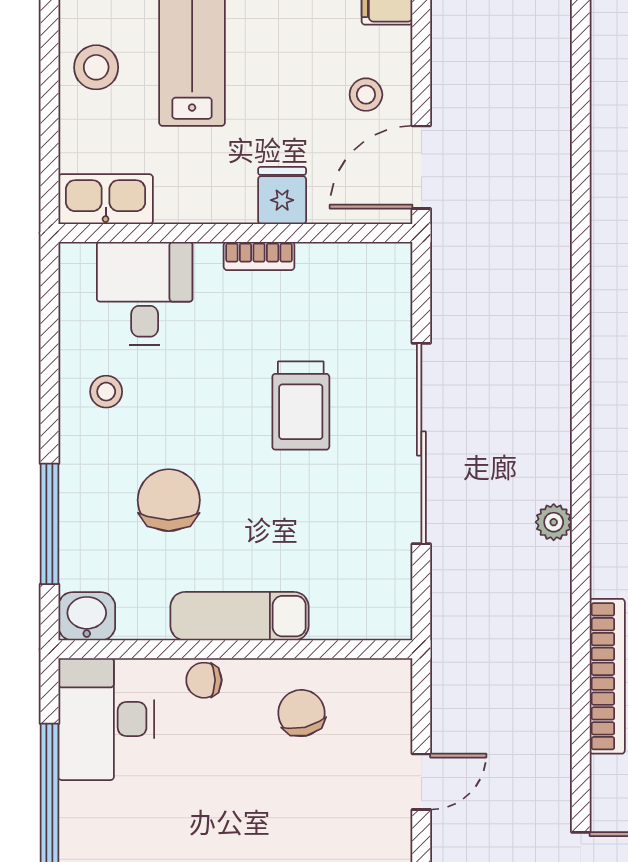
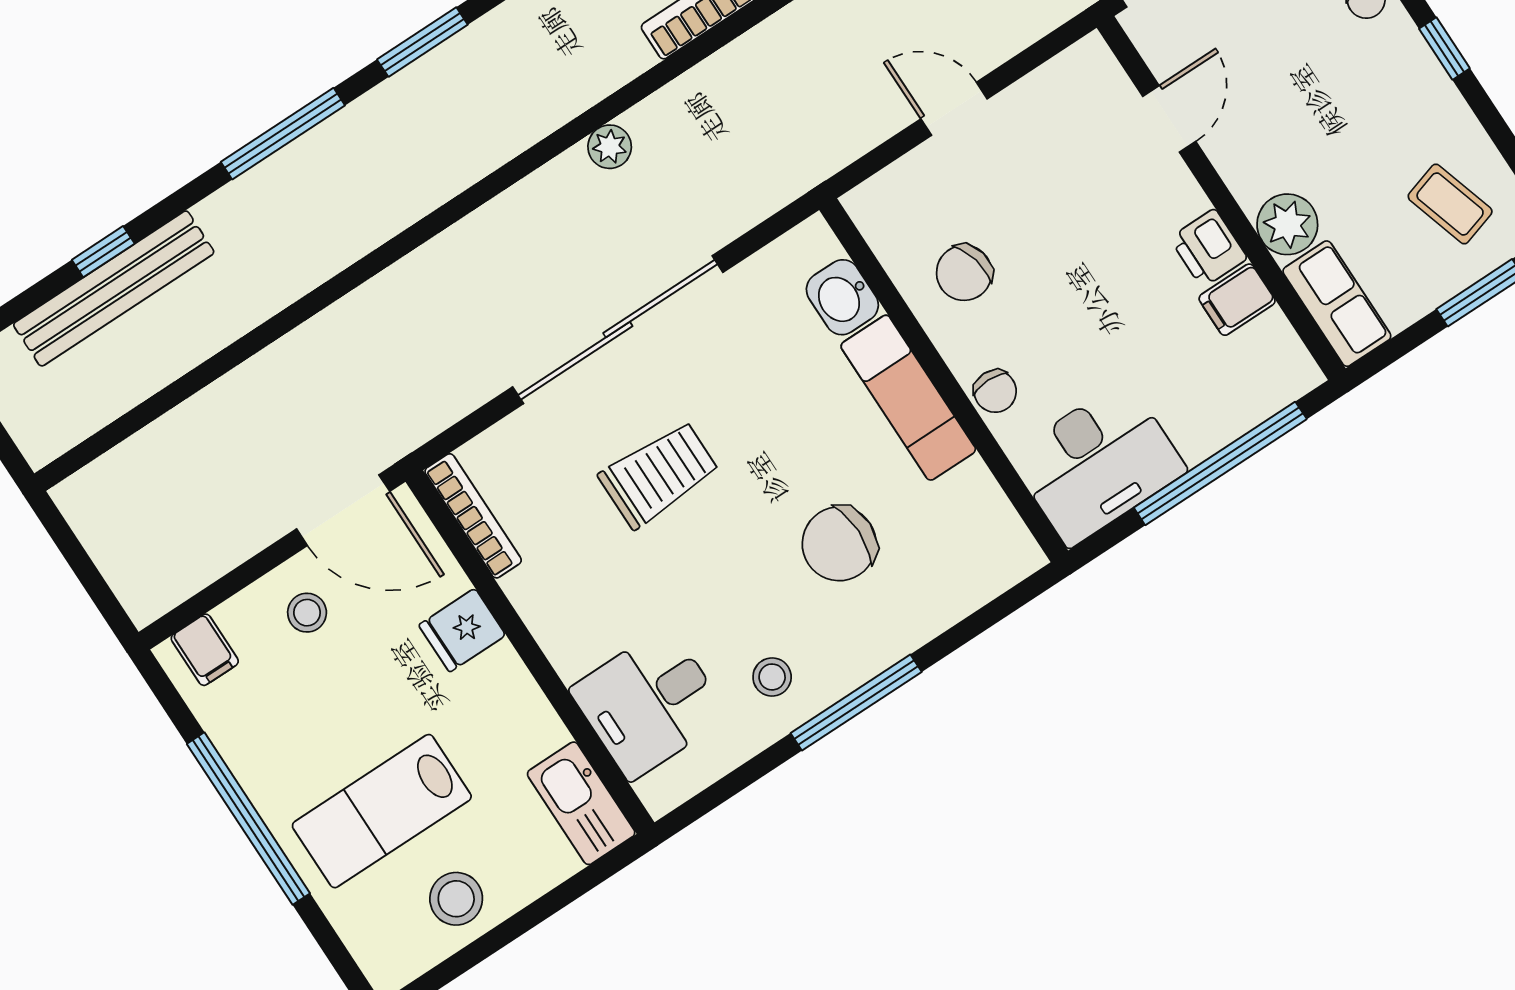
bookcase: (259, 256) -> (473, 516), moved, width x1.56
window: (49, 524) -> (856, 703), moved
washbasin: (87, 616) -> (842, 297), moved

